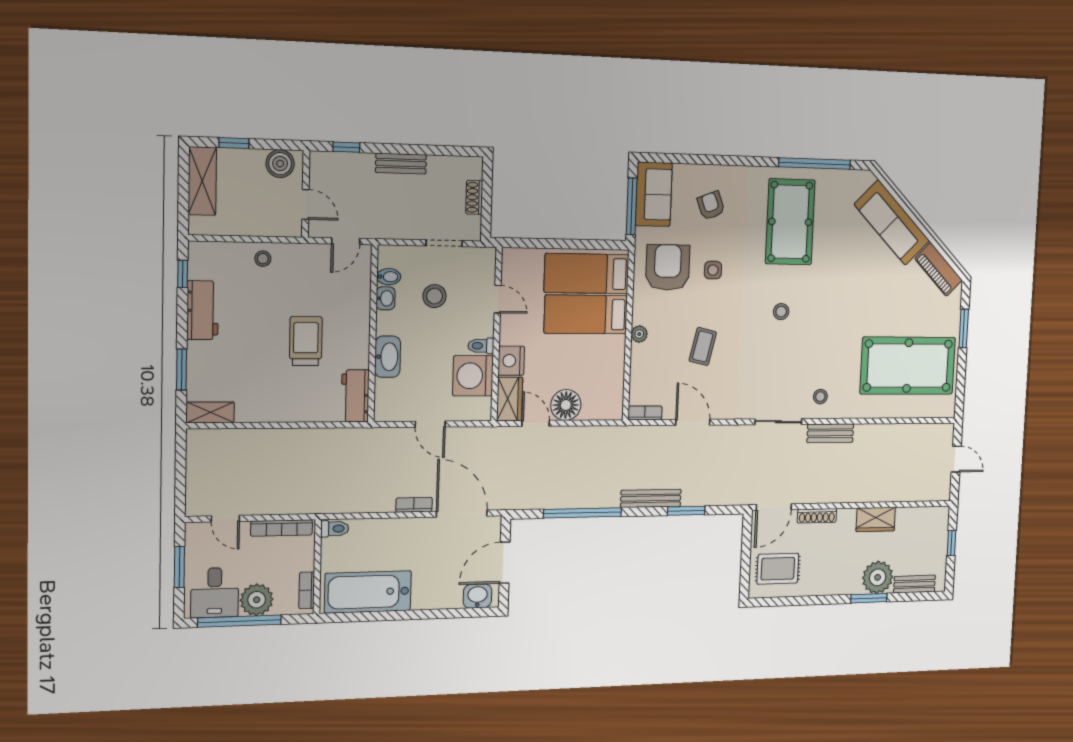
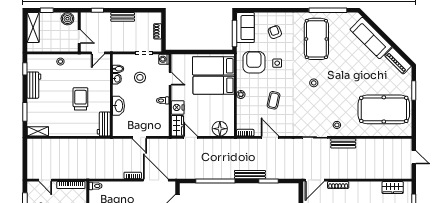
washing machine: (473, 376) -> (164, 59), moved, width x0.53, depth x0.53
floor lamp: (566, 405) -> (220, 129), moved
wardrobe: (876, 519) -> (393, 188), moved

